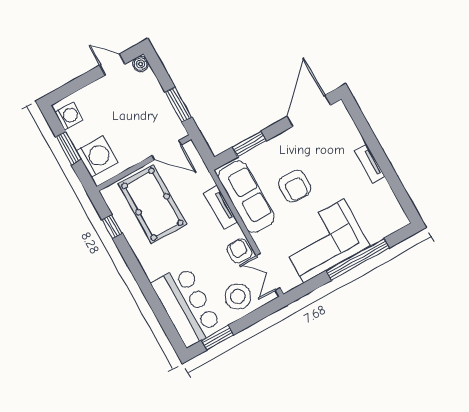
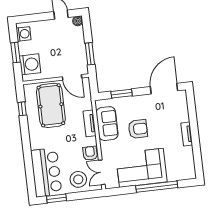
armchair: (295, 186) -> (138, 129), turned -90
sofa: (246, 197) -> (107, 124), width x0.73

